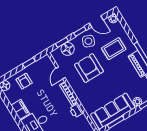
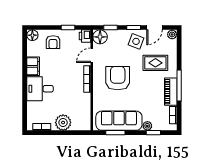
door: (96, 21) -> (155, 27), hinge flipped
floor lamp: (68, 49) -> (100, 37), moved
armchair: (89, 68) -> (118, 78), moved
printer: (76, 111) -> (85, 36), moved

